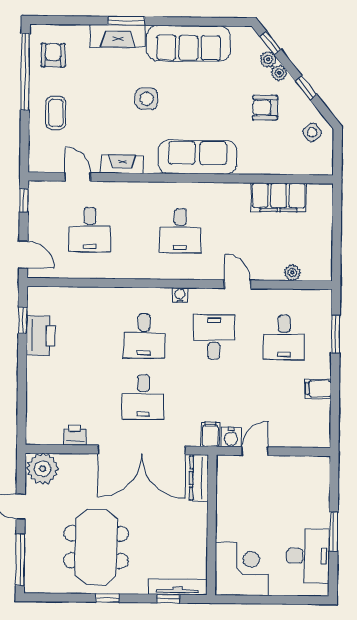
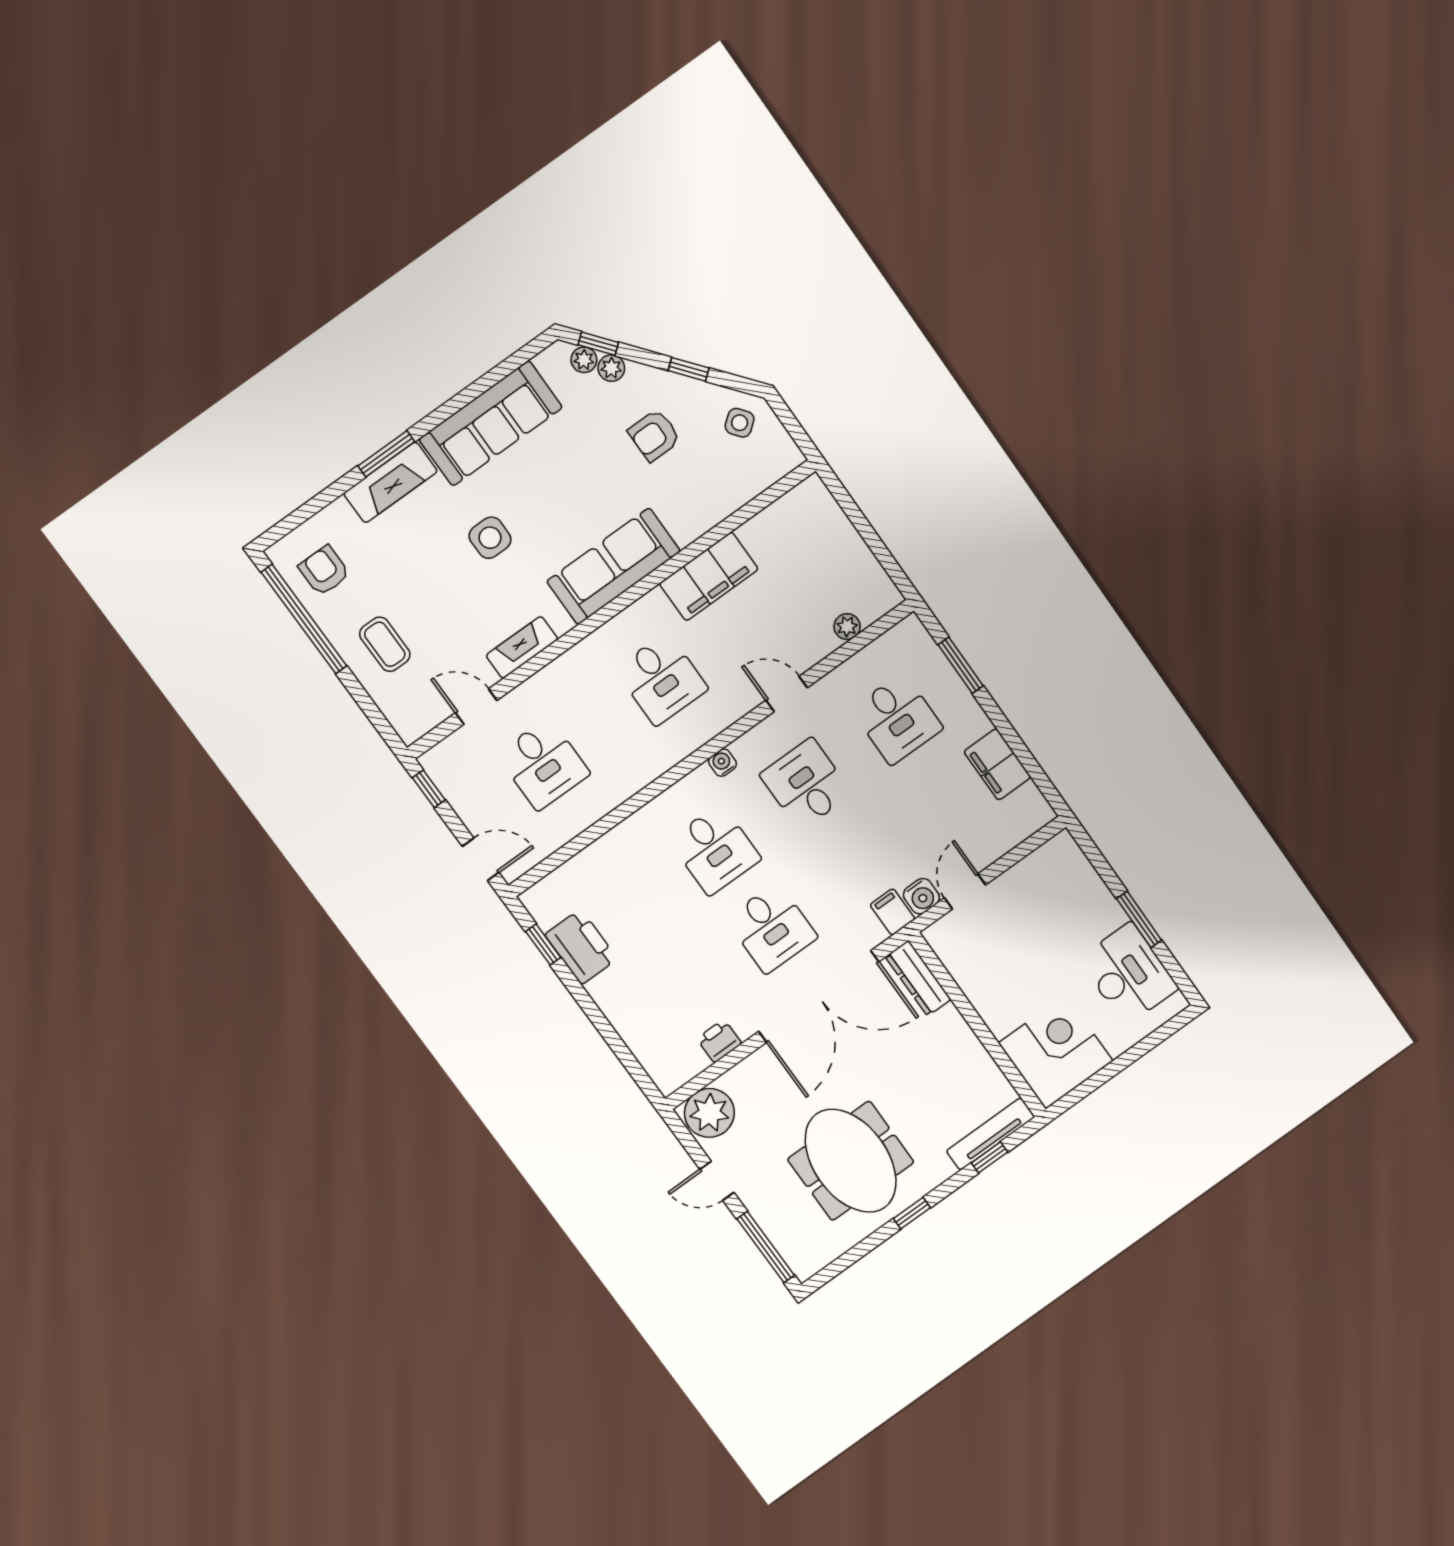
plant: (279, 73) -> (584, 360), moved
filing cabinet: (279, 197) -> (709, 576), moved
filing cabinet: (318, 389) -> (997, 764), width x2.00

